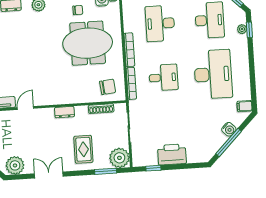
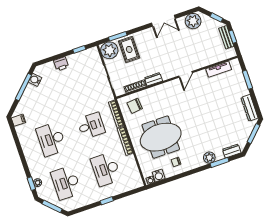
desk: (160, 23) -> (106, 169), turned 180
desk: (213, 74) -> (51, 139), width x0.73, depth x0.77
desk: (163, 77) -> (91, 126), turned 180
door: (25, 108) -> (185, 74), moved
dresser: (64, 112) -> (153, 79), moved
water cooler: (229, 129) -> (35, 80), moved
rug: (83, 149) -> (129, 49), moved
printer: (172, 154) -> (61, 64), width x0.53, depth x0.68

